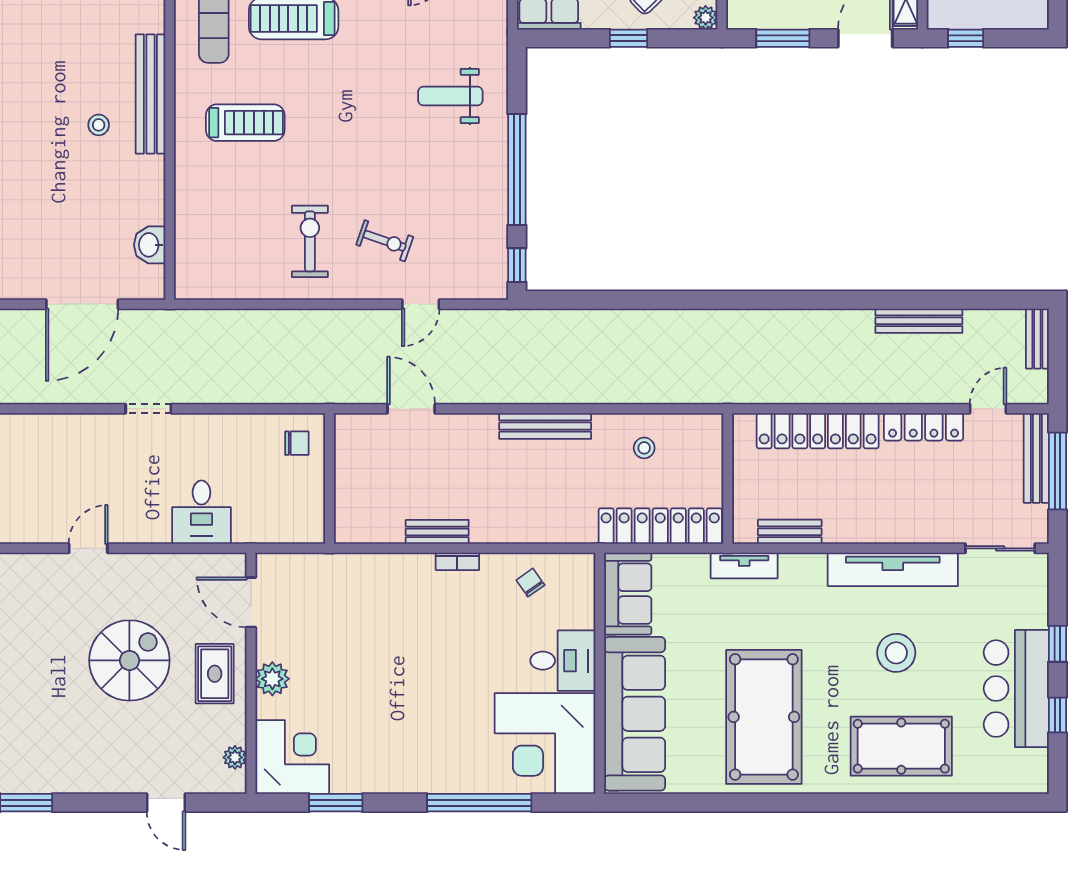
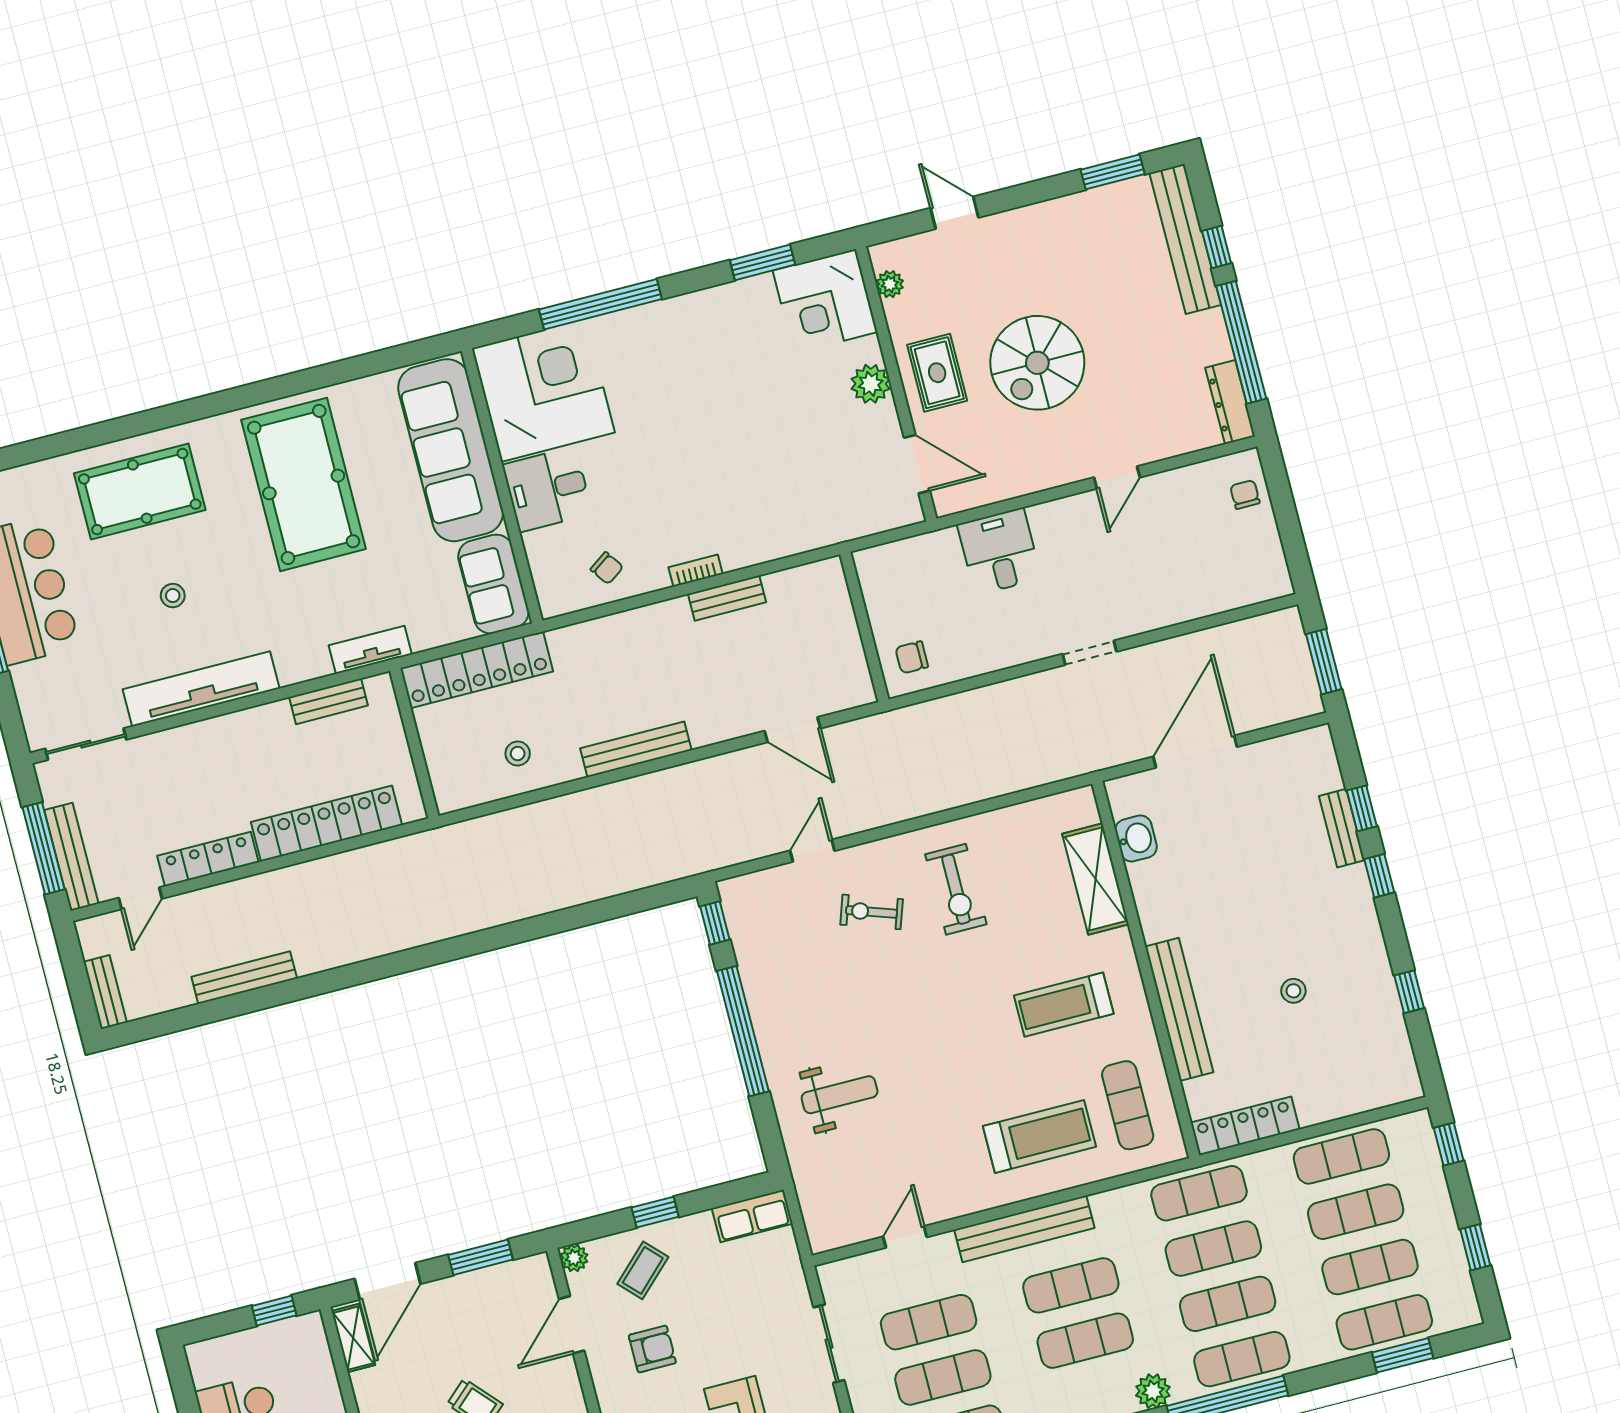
stool: (99, 125) -> (1293, 991), moved
shelving: (192, 220) -> (1096, 879), added
stool: (896, 653) -> (173, 596), width x0.53, depth x0.53

